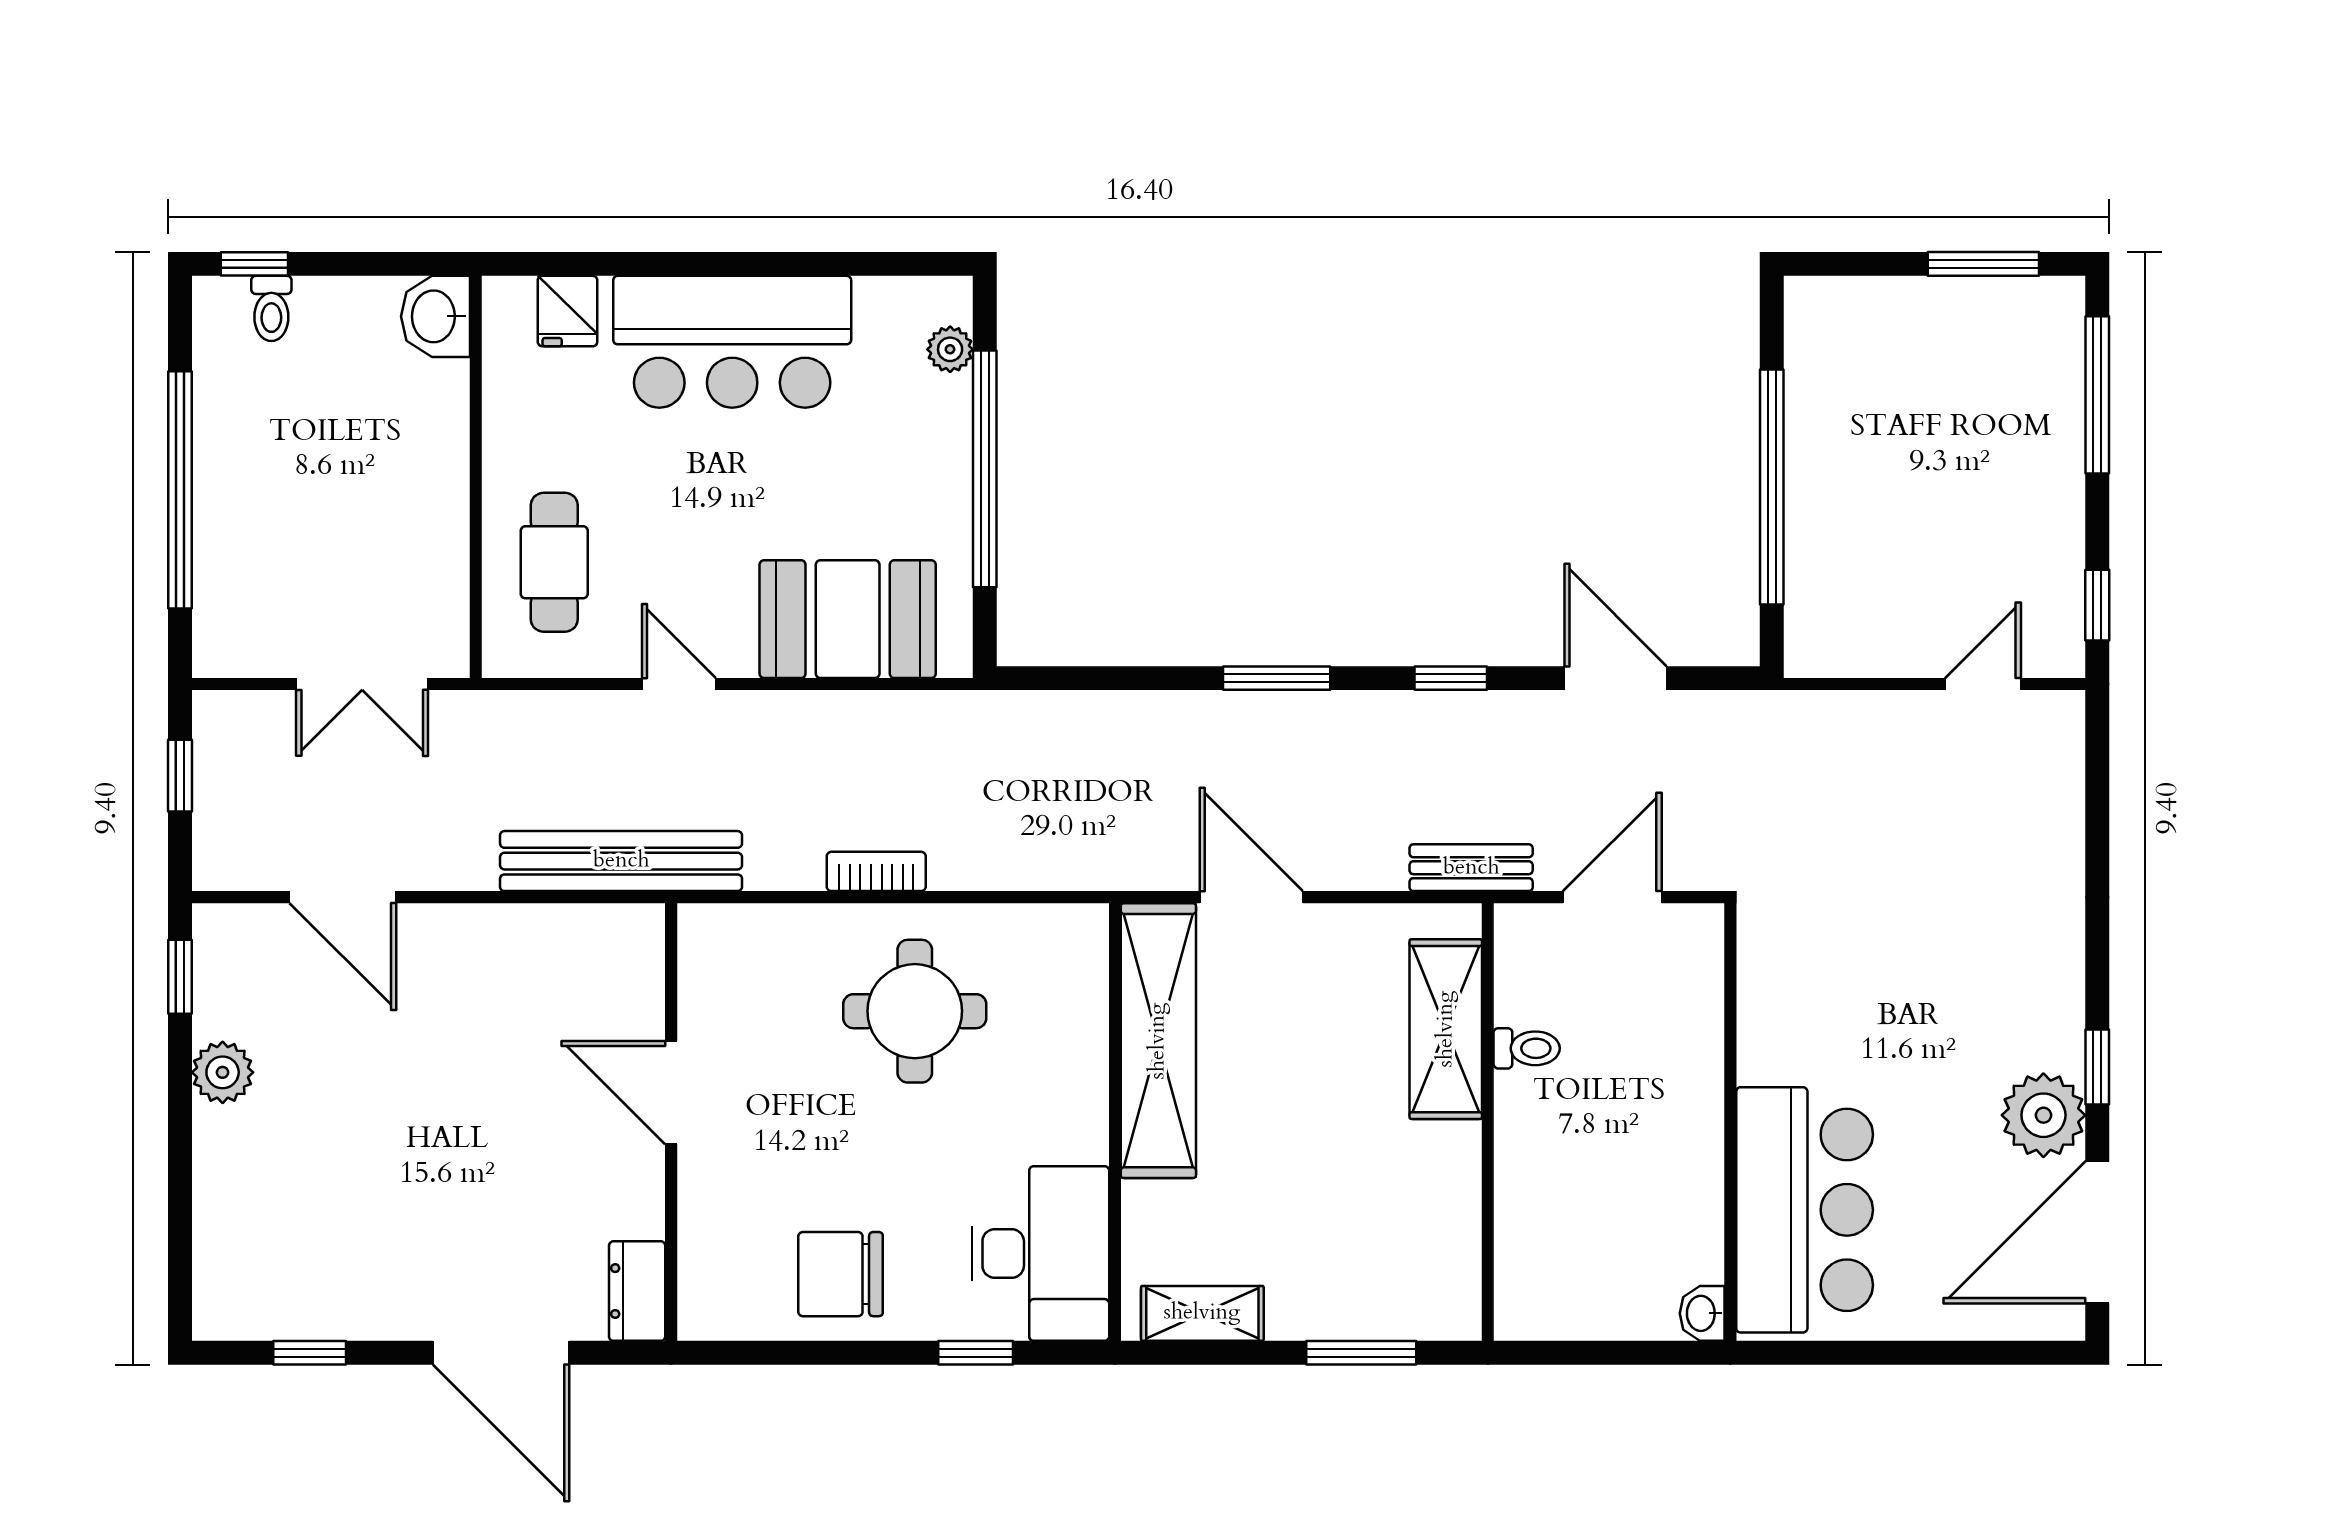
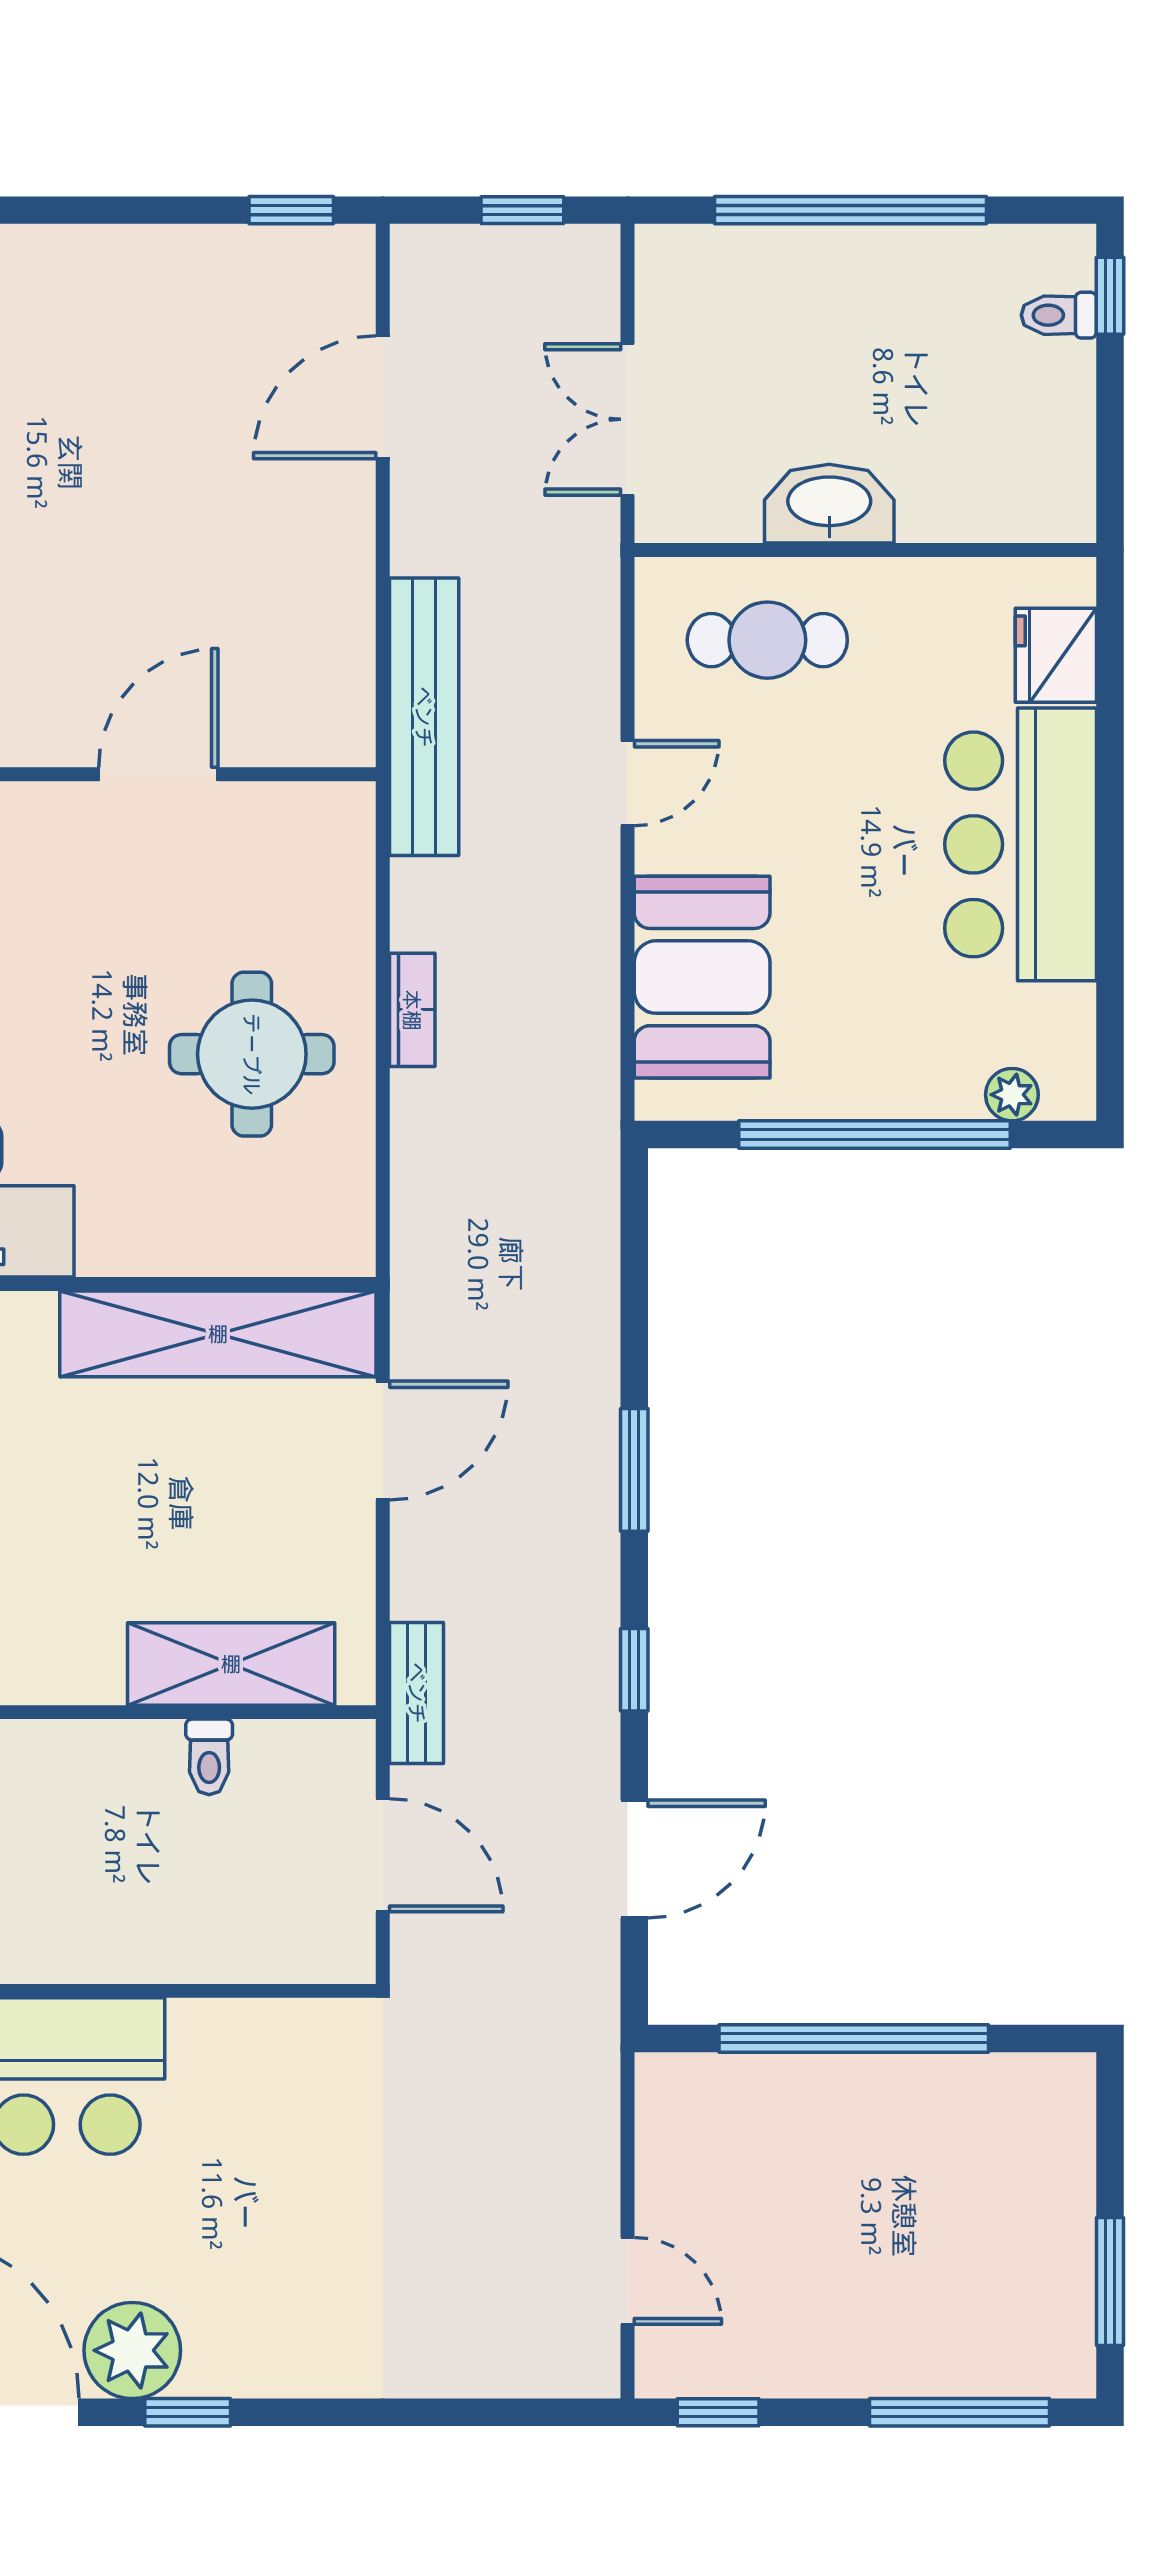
fridge: (568, 311) -> (1056, 655), width x1.38
washbasin: (435, 316) -> (829, 504), moved, width x1.38
plant: (223, 1072) -> (182, 259), removed

